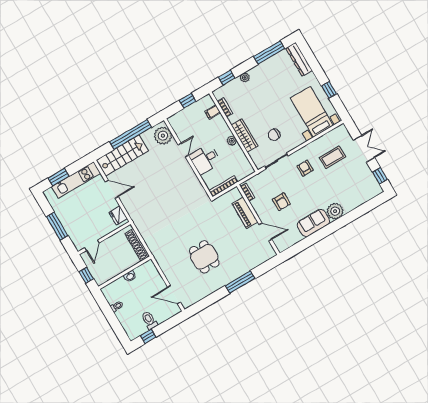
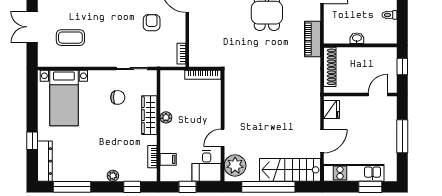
window: (329, 90) -> (32, 141), moved
desk: (205, 159) -> (207, 166), moved, turned 90
armchair: (305, 168) -> (106, 43), removed
door: (112, 189) -> (322, 141), swing flipped
piano: (245, 213) -> (312, 39), moved, turned 180

